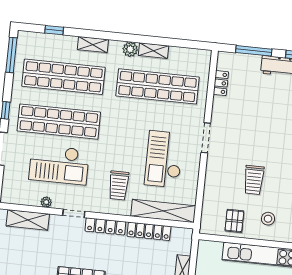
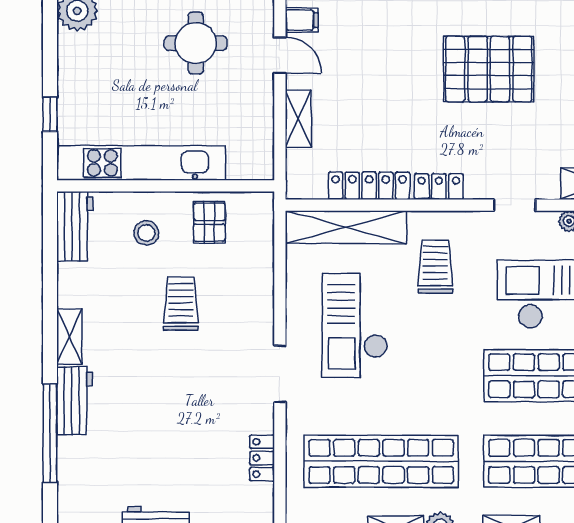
locker: (221, 83) -> (262, 458), moved
checkout: (164, 159) -> (355, 325), turned 180
locker: (105, 226) -> (439, 187), width x0.66

